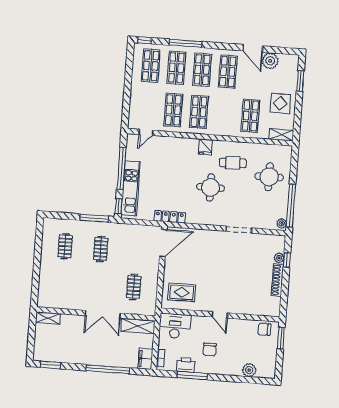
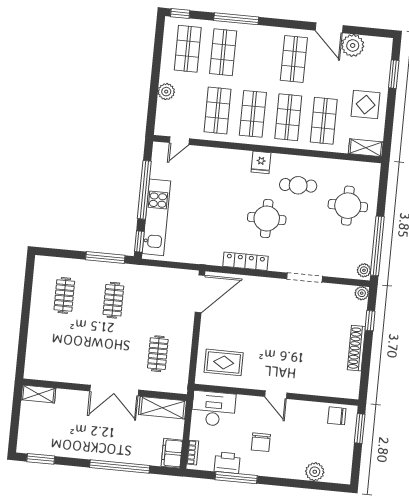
shop shelf: (202, 70) -> (288, 117), moved
plant: (136, 97) -> (166, 92), added
locker: (170, 217) -> (246, 261), moved
plant: (279, 258) -> (362, 293), moved

